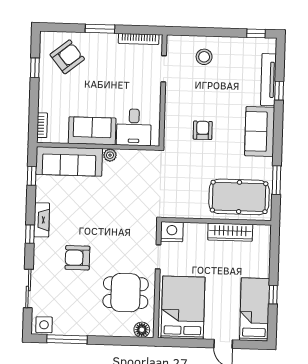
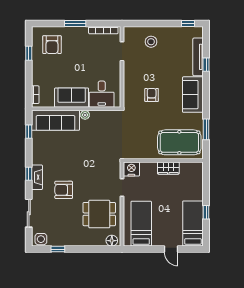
armchair: (67, 57) -> (52, 45), turned 129
fireplace: (42, 220) -> (37, 177), moved
wardrobe: (230, 232) -> (168, 168), width x0.67
bed: (183, 308) -> (141, 224), width x0.67
window: (67, 339) -> (58, 249), width x0.46

